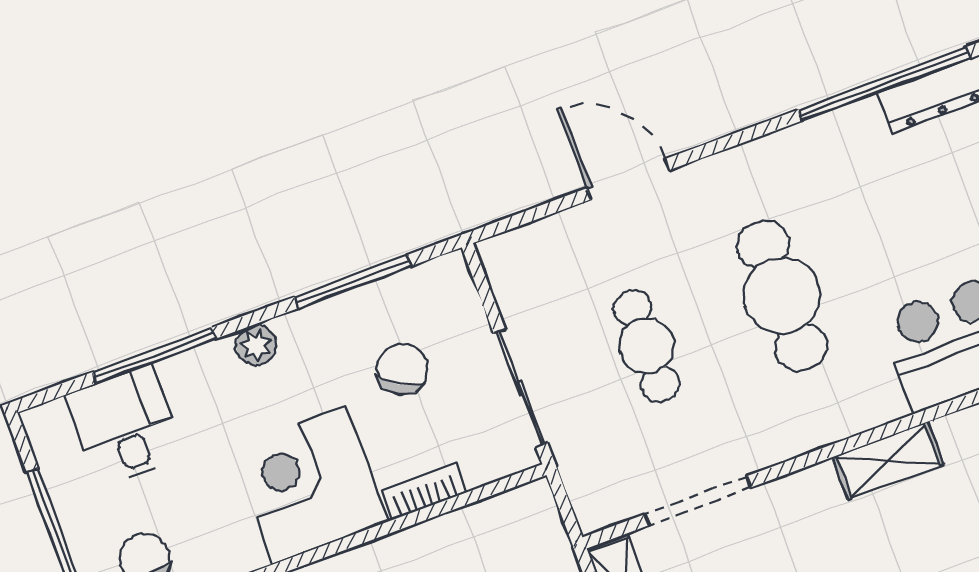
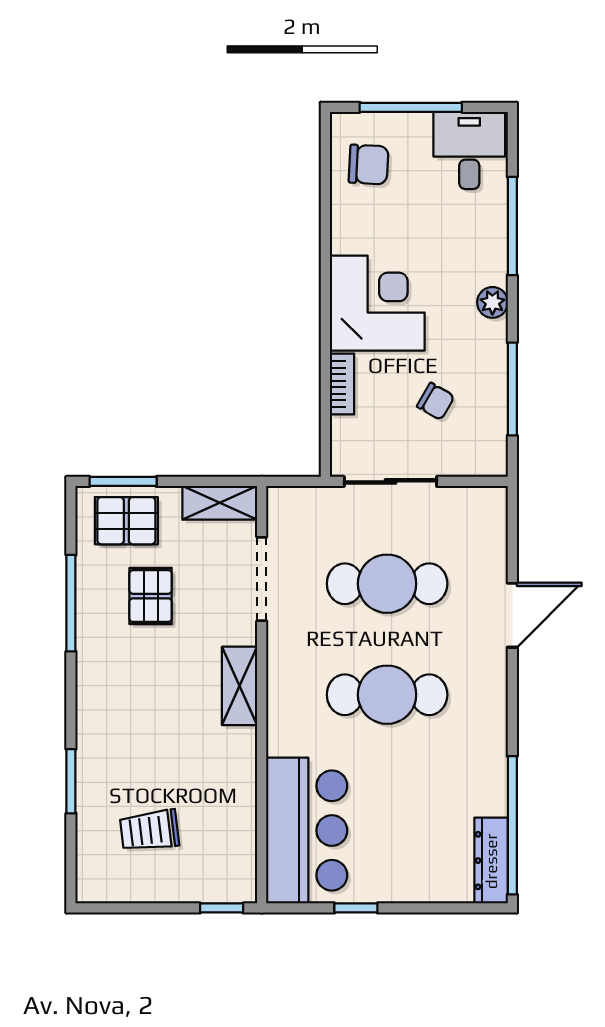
cafe table: (647, 346) -> (387, 584), width x1.37, depth x1.35
chair: (402, 369) -> (436, 401), width x0.73, depth x0.73
desk: (125, 426) -> (469, 150), moved, turned -90
shelving: (888, 461) -> (240, 686), moved

